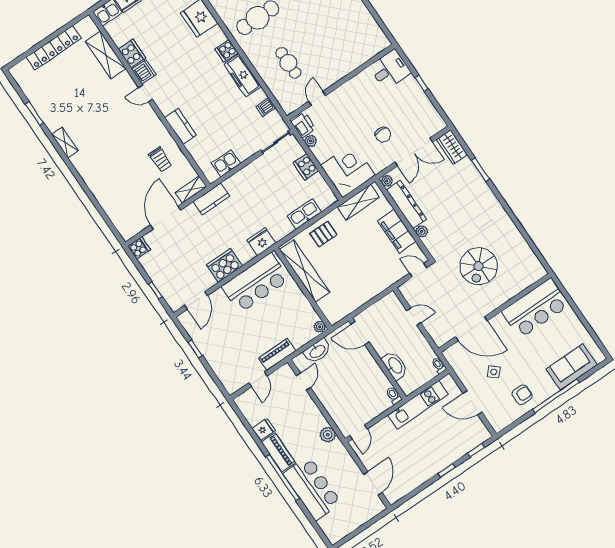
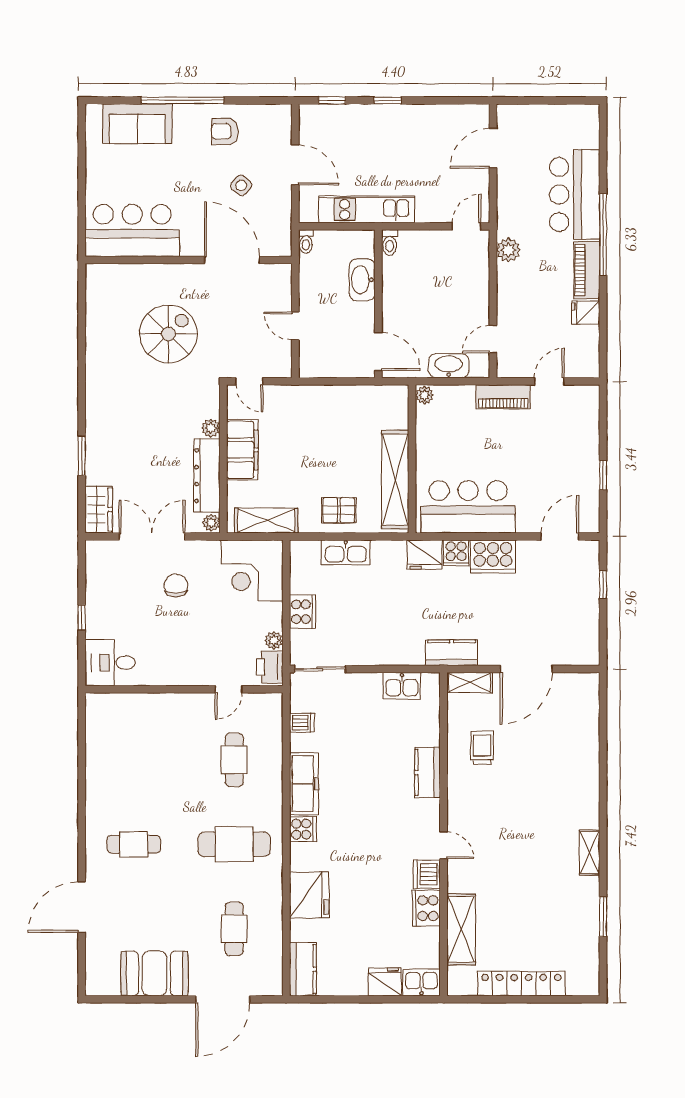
cooker: (139, 248) -> (456, 553), moved, turned -90

